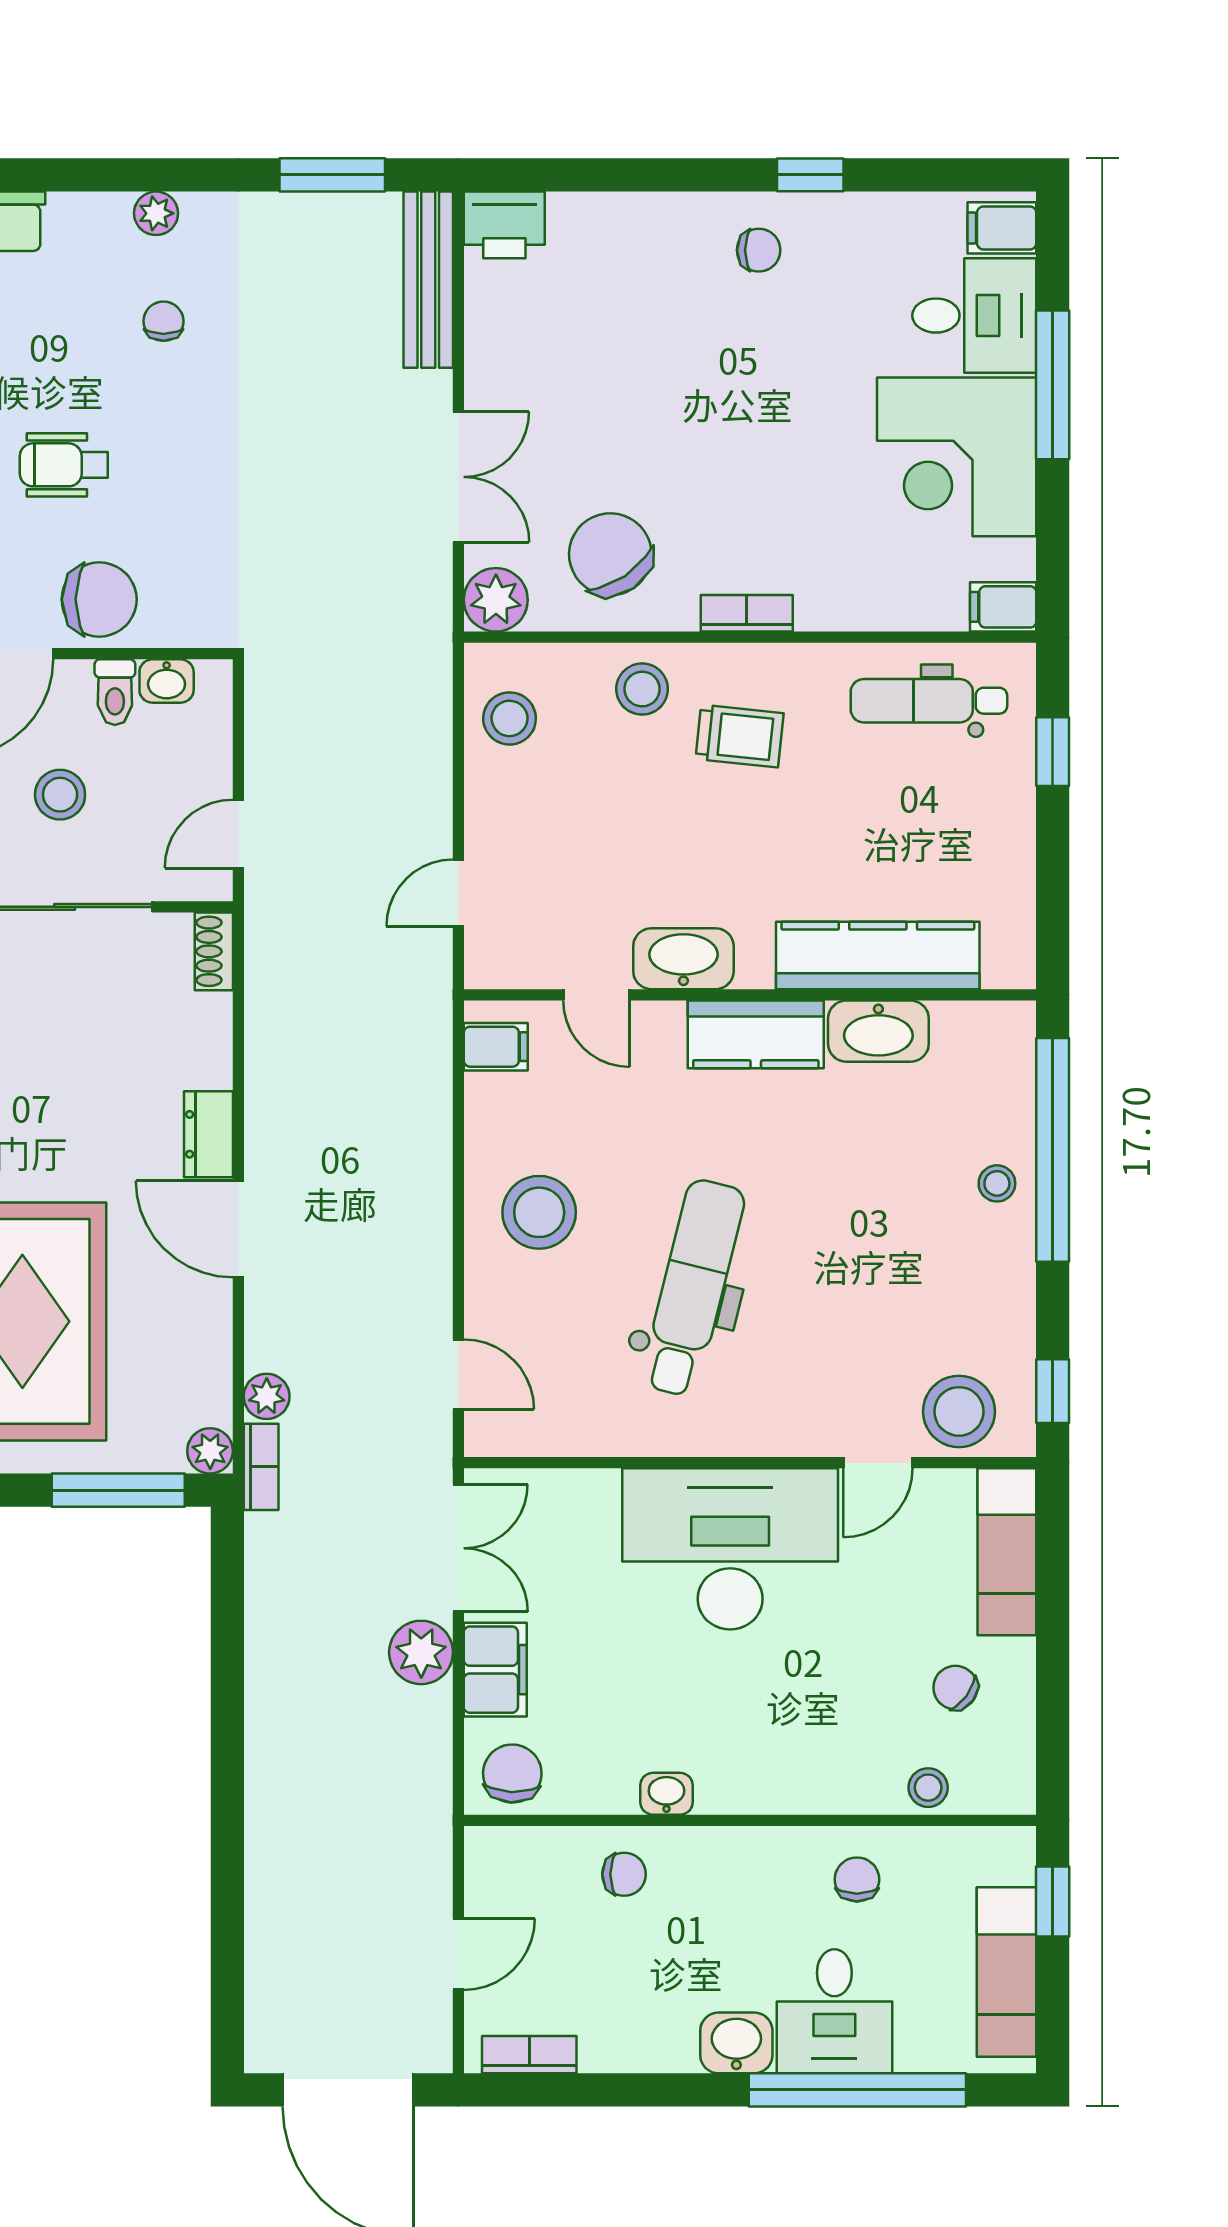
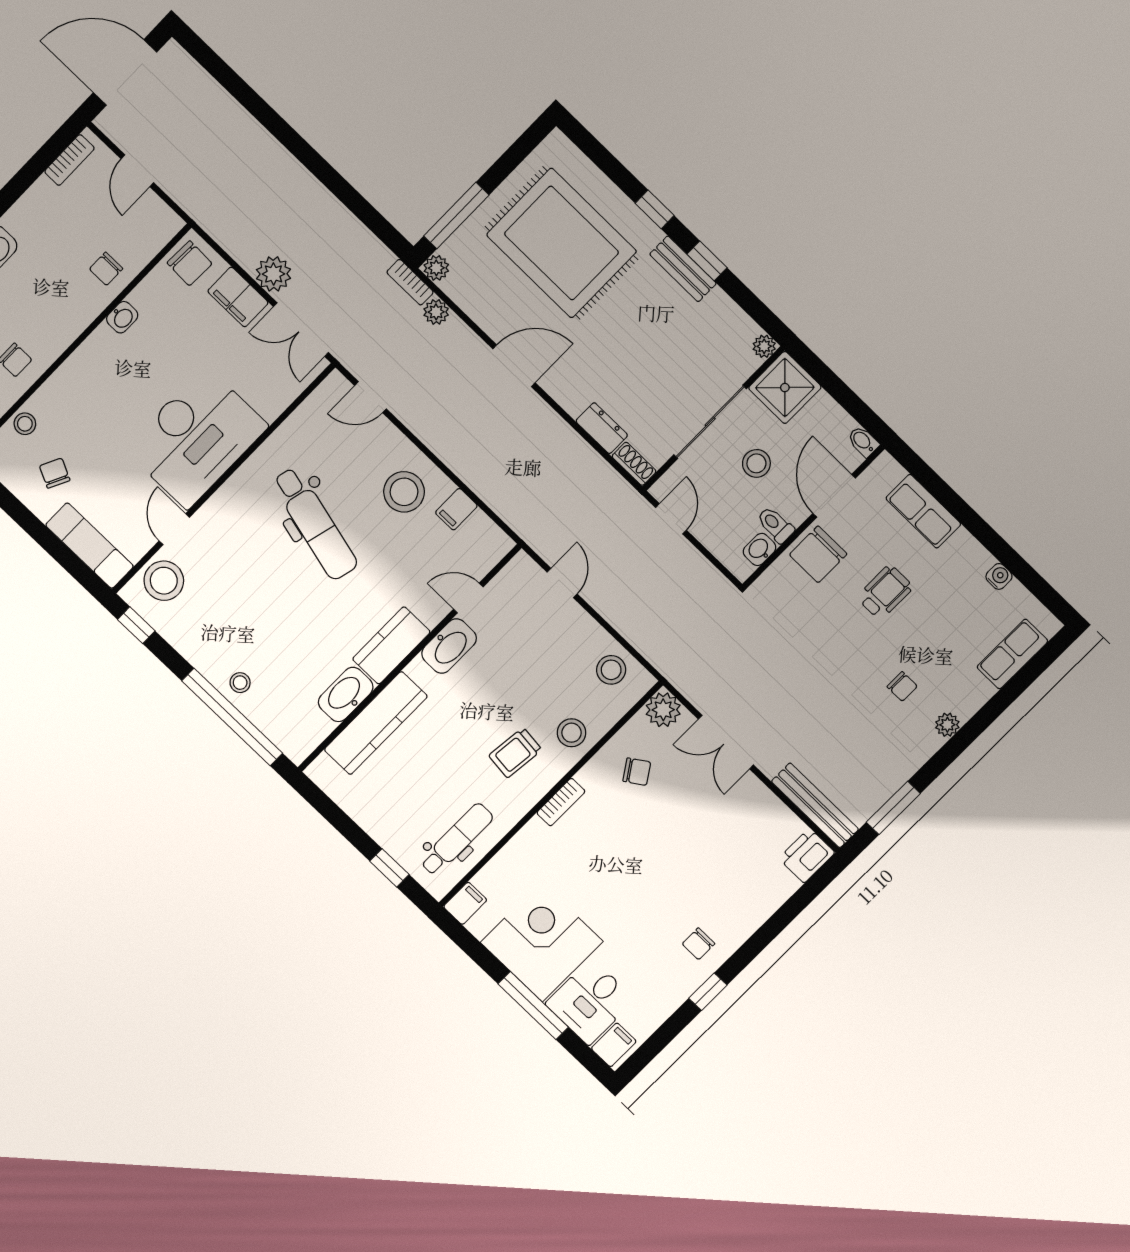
chair: (610, 554) -> (637, 772), width x0.54, depth x0.54
filing cabinet: (496, 1047) -> (456, 509), moved
dresser: (208, 1134) -> (602, 428), moved
chair: (955, 1688) -> (55, 473), turned -100

